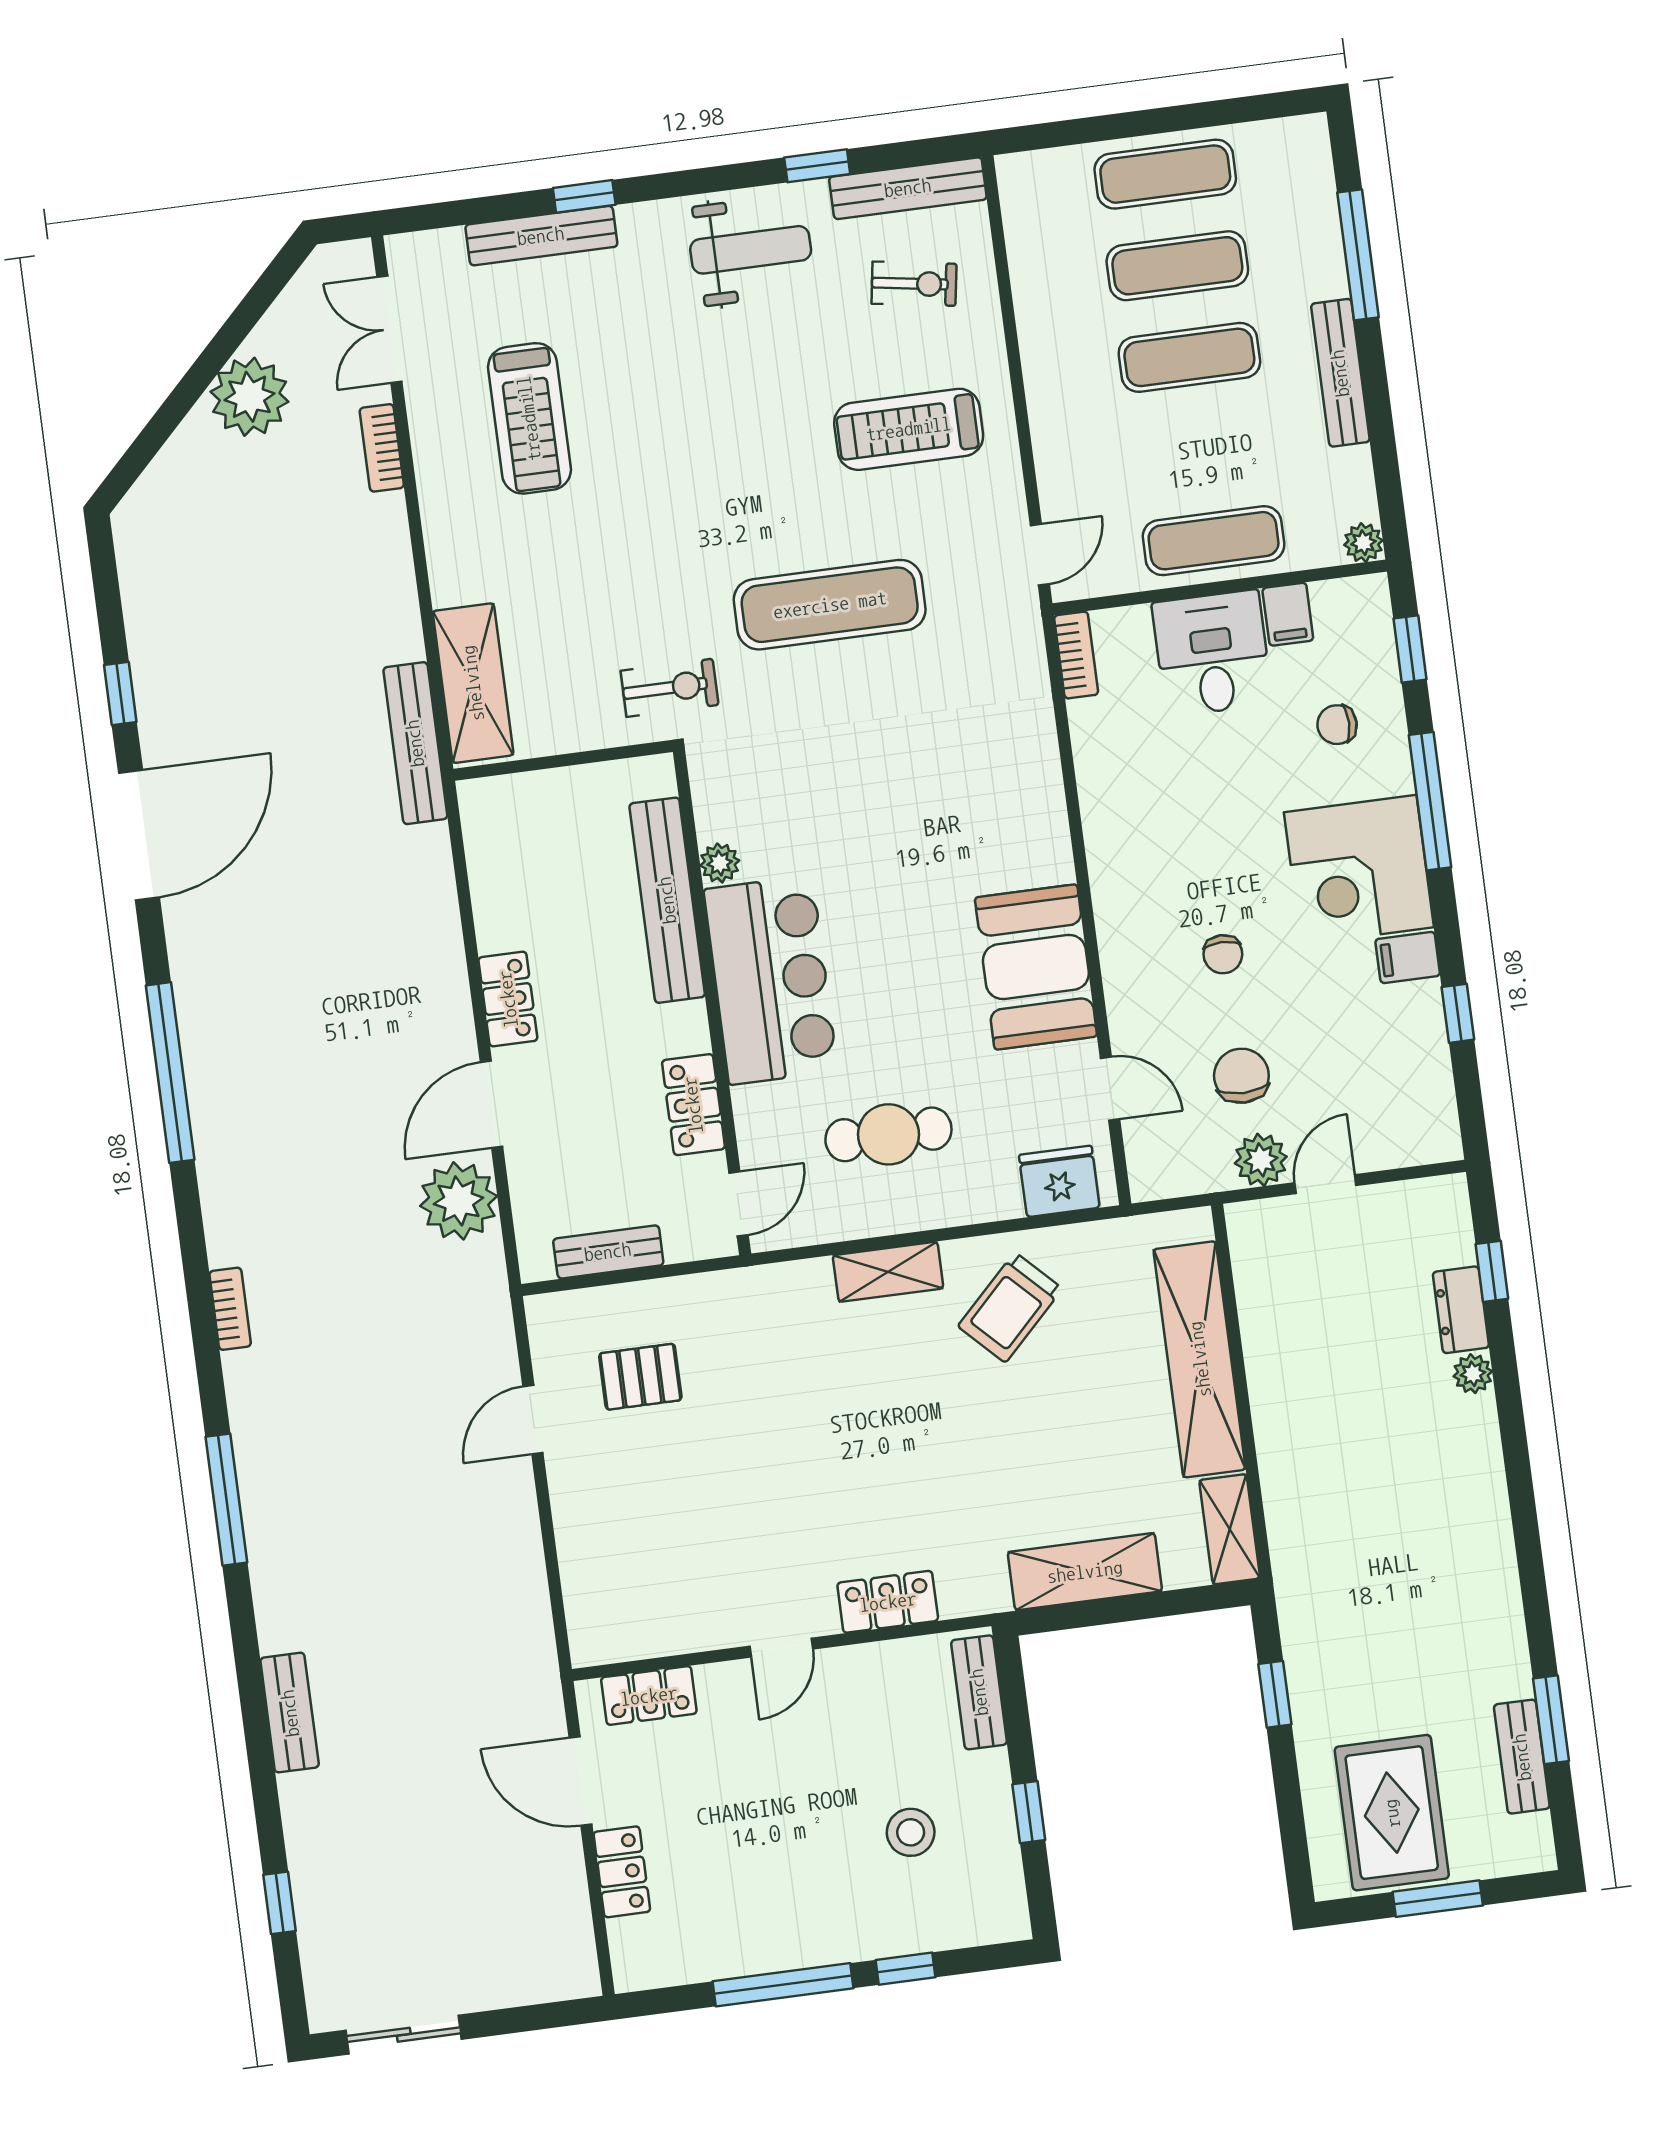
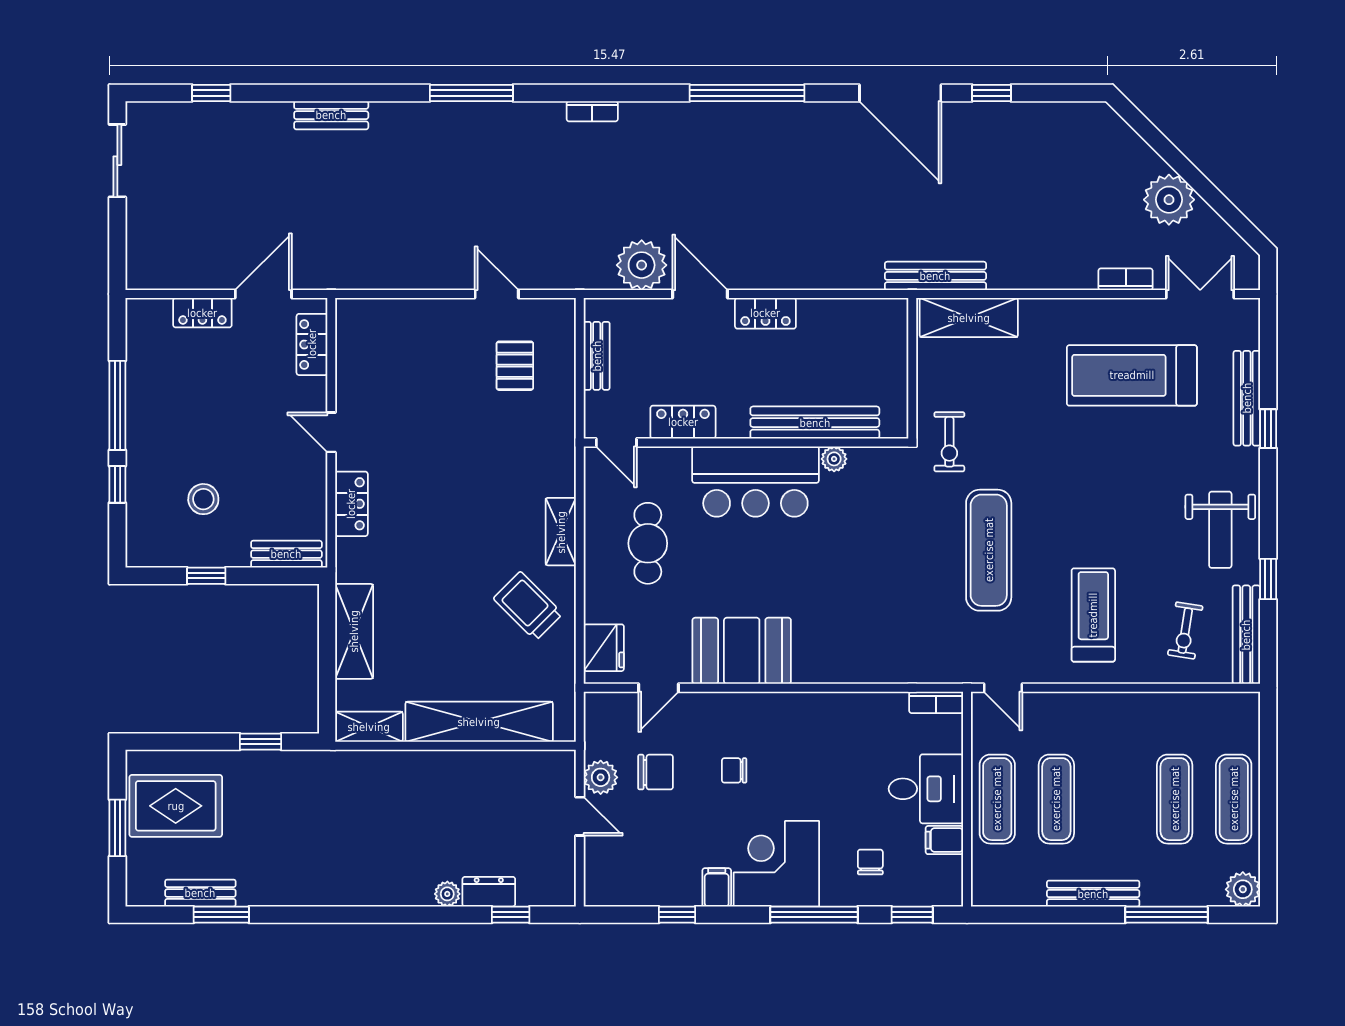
exercise mat: (1189, 357) -> (1056, 799), moved
treadmill: (529, 418) -> (1132, 375), width x1.37, depth x1.38
plant: (1363, 543) -> (1243, 889), moved, width x1.38, depth x1.38

